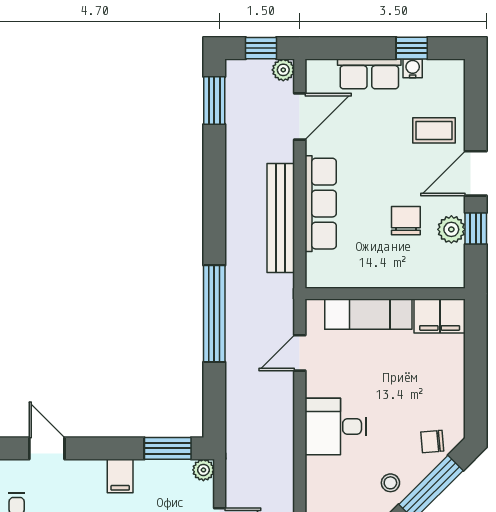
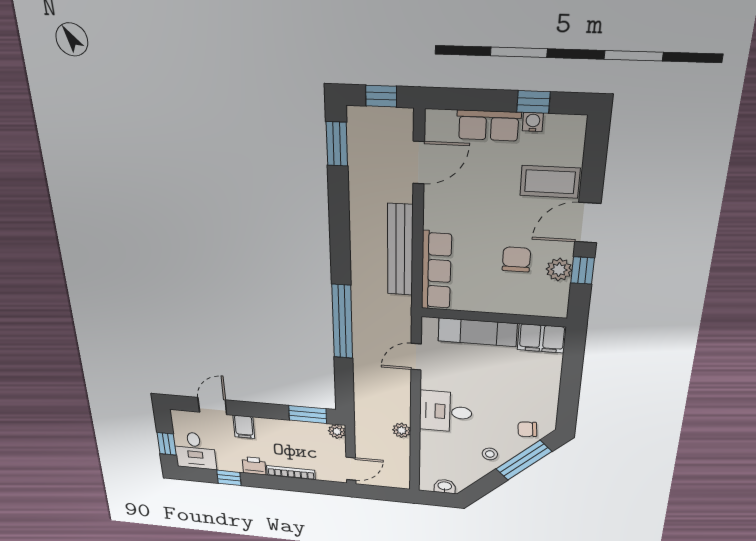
plant: (283, 70) -> (402, 430), moved
coffee table: (434, 130) -> (550, 182), width x1.36, depth x1.30
row of seats: (321, 204) -> (436, 271), moved
door: (47, 448) -> (212, 406), hinge flipped
filing cabinet: (120, 476) -> (244, 427), moved

